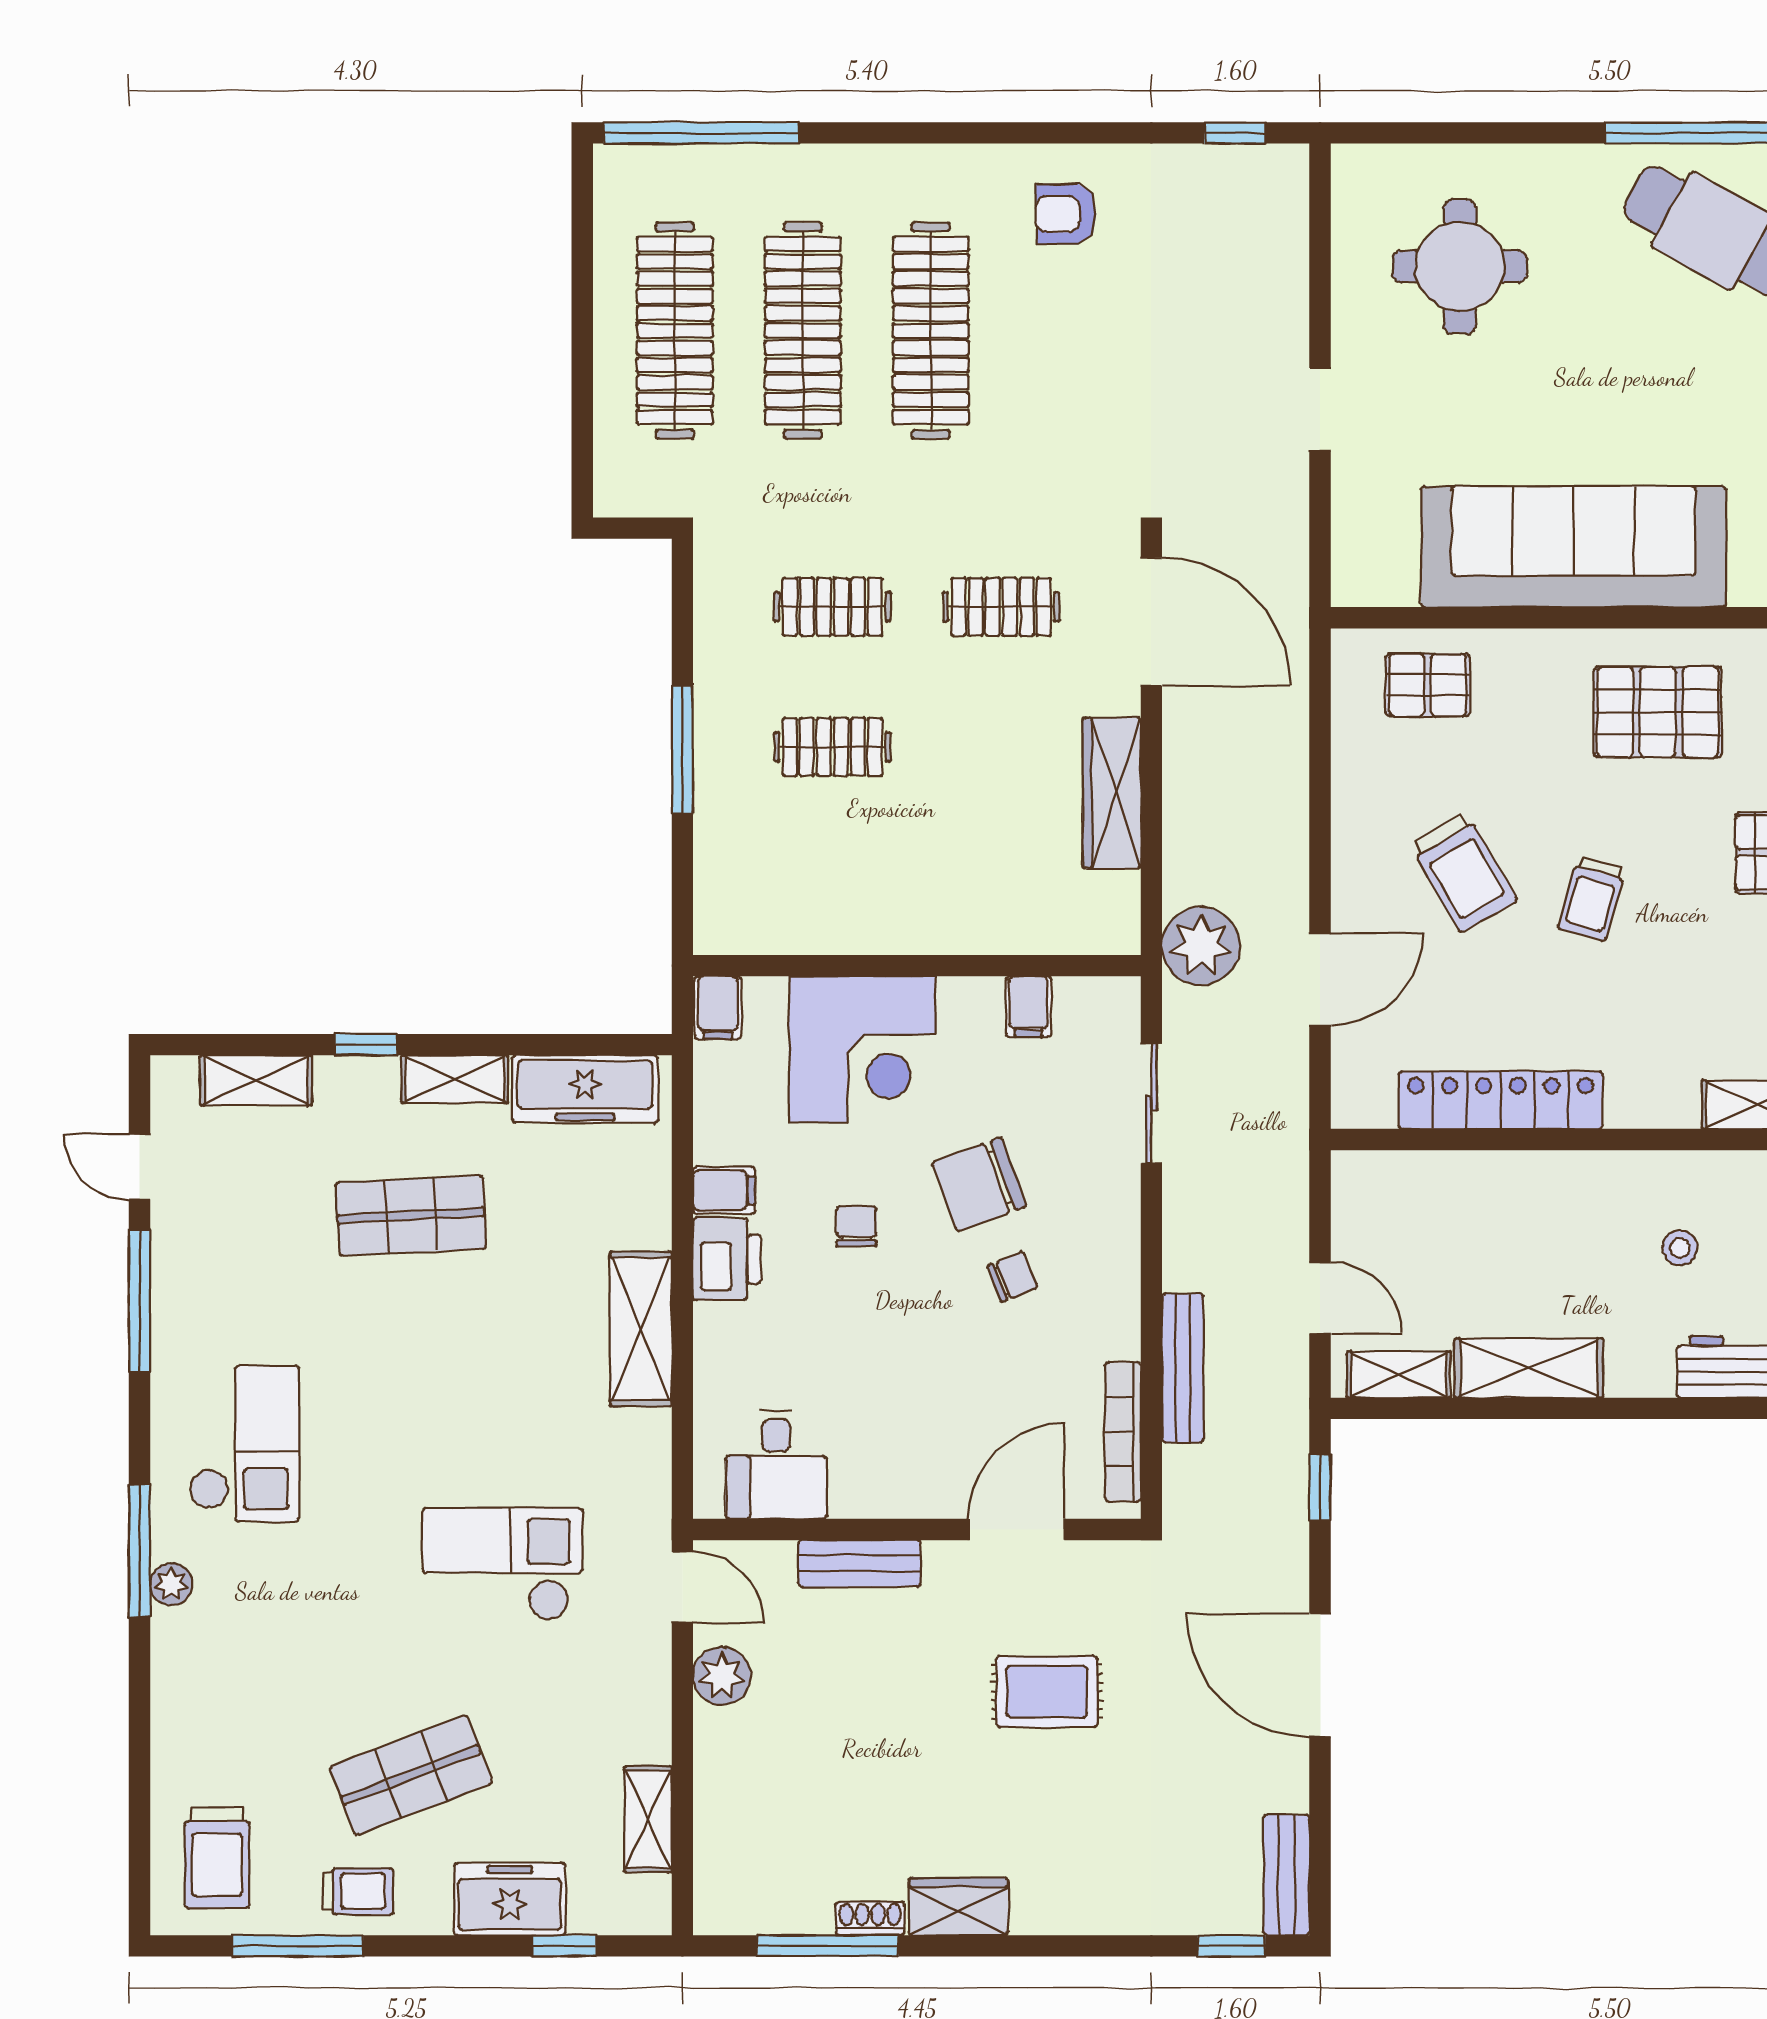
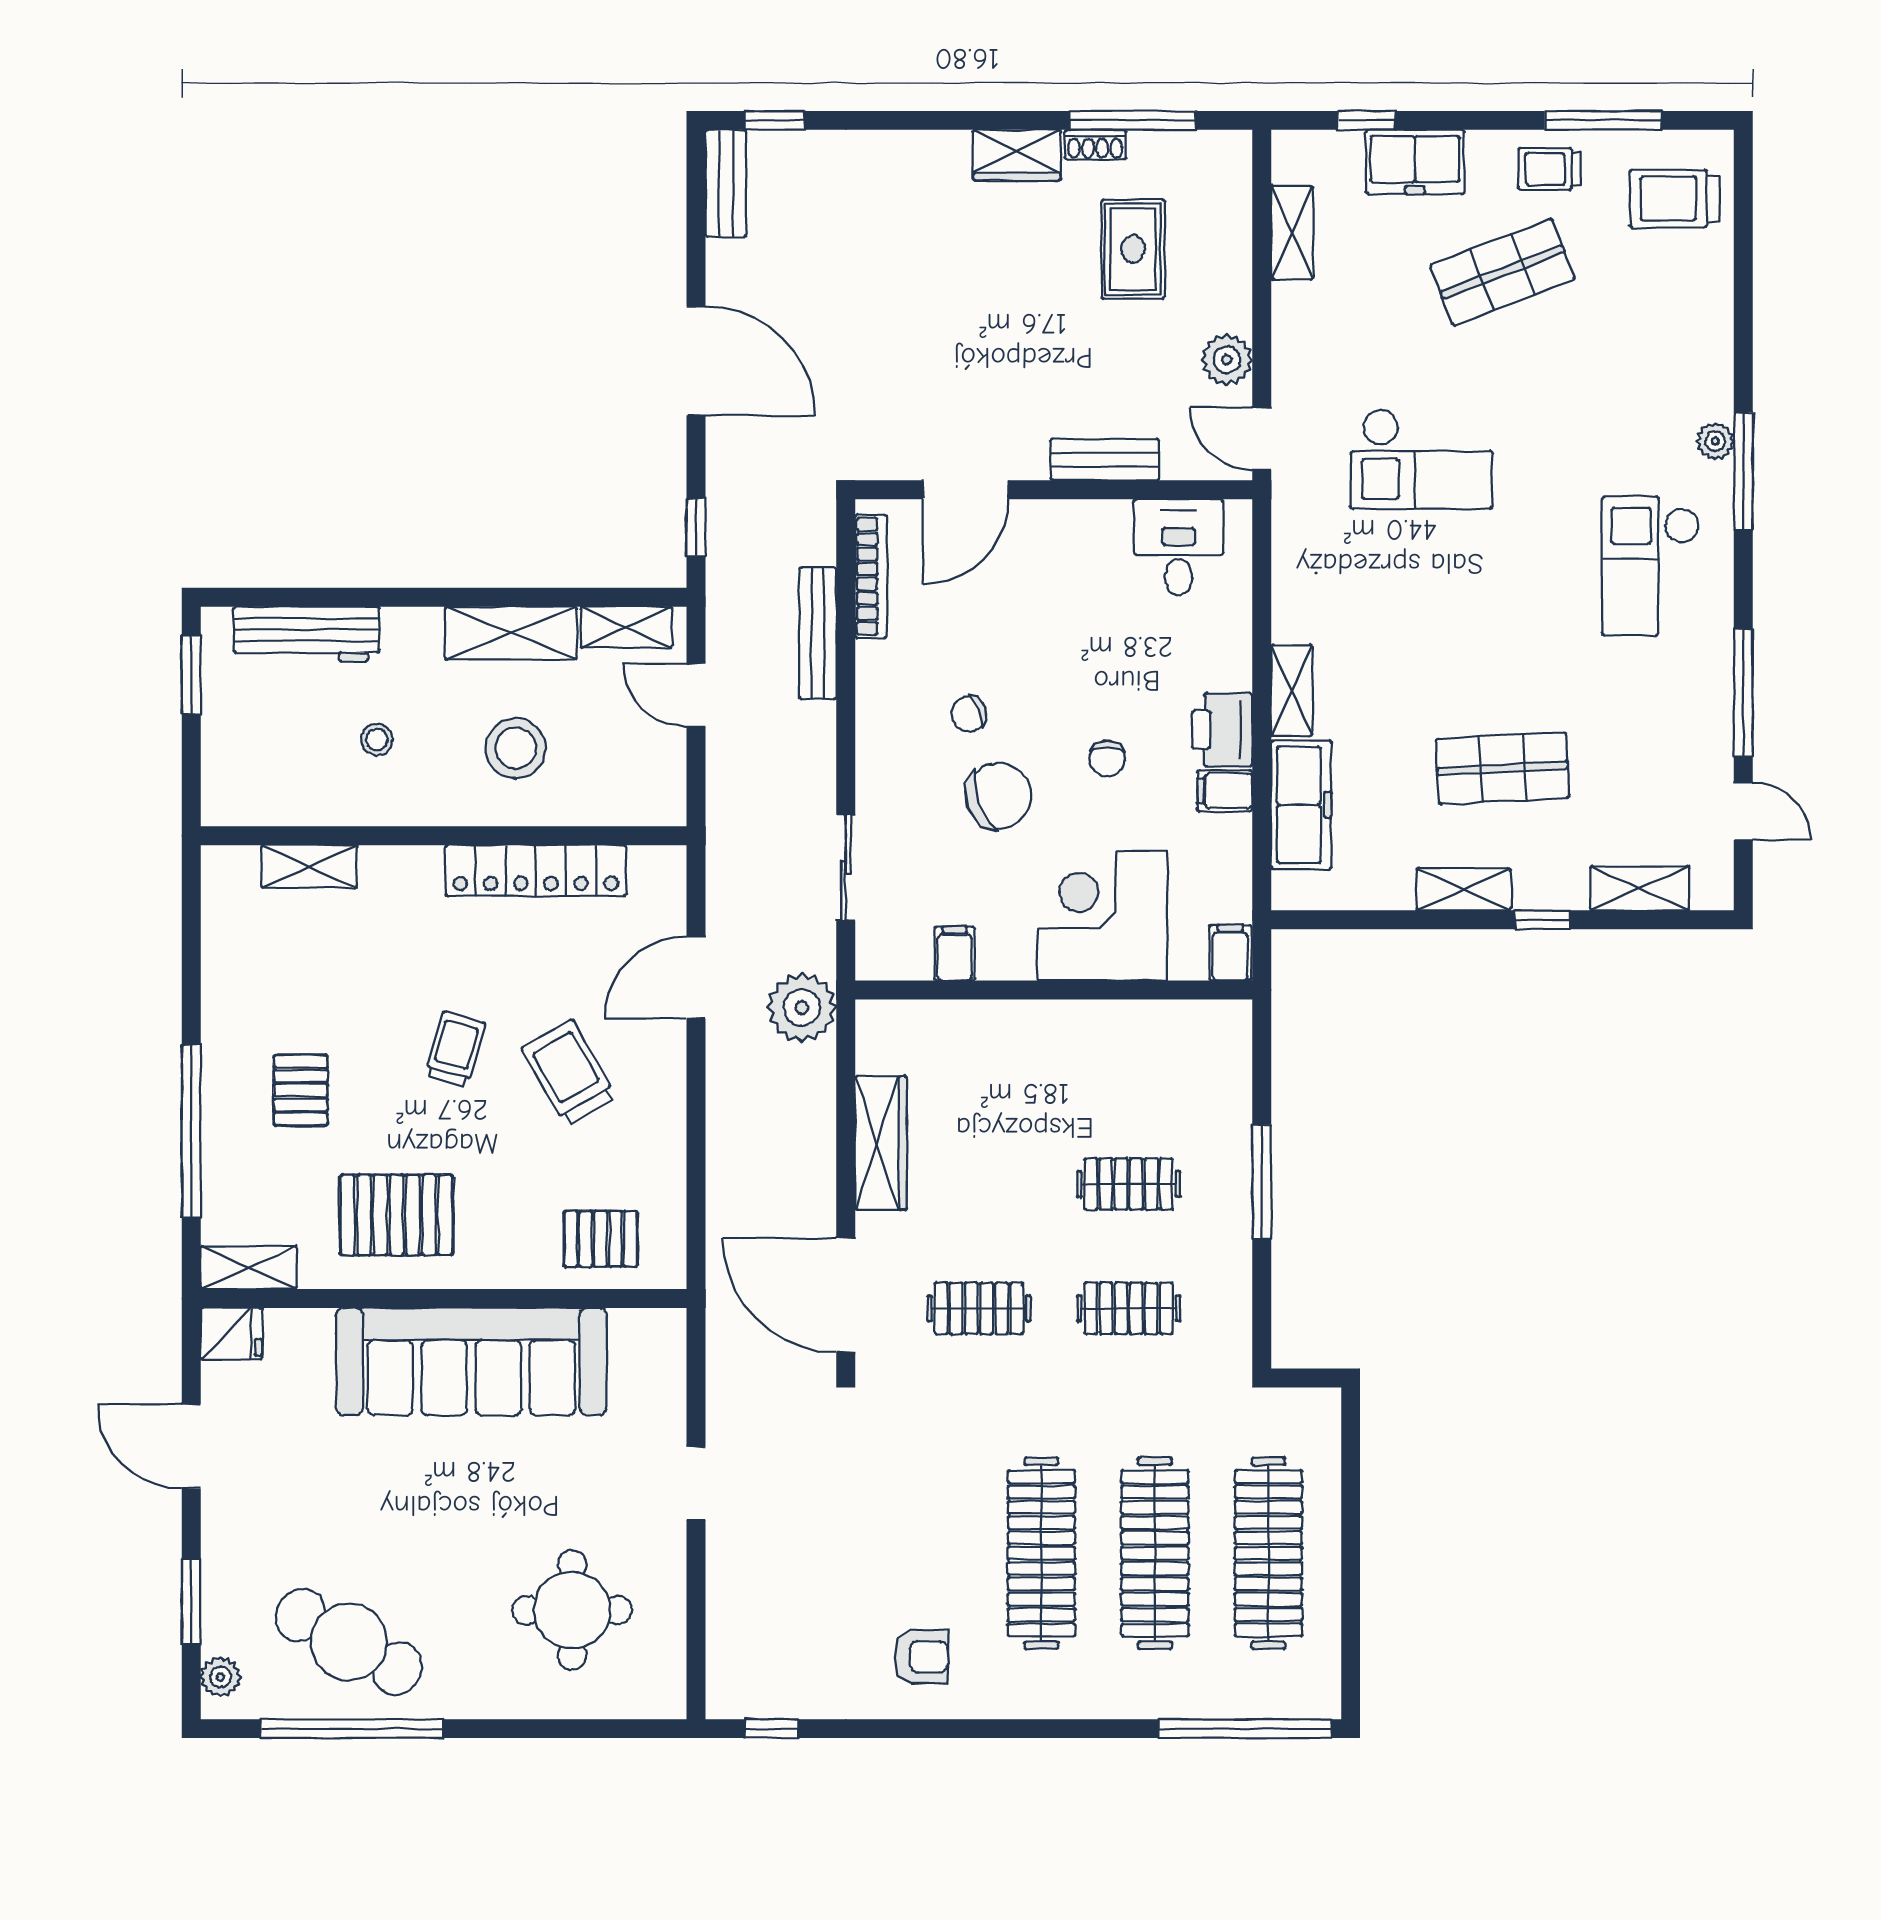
freezer: (585, 1089) -> (1301, 805), moved, turned 90
stool: (1523, 1238) -> (516, 748), added
shelving: (641, 1329) -> (1292, 691), width x0.67, depth x0.75
rug: (1047, 1691) -> (1133, 249), moved, turned 90
trolley: (217, 1858) -> (1675, 199), turned -90

